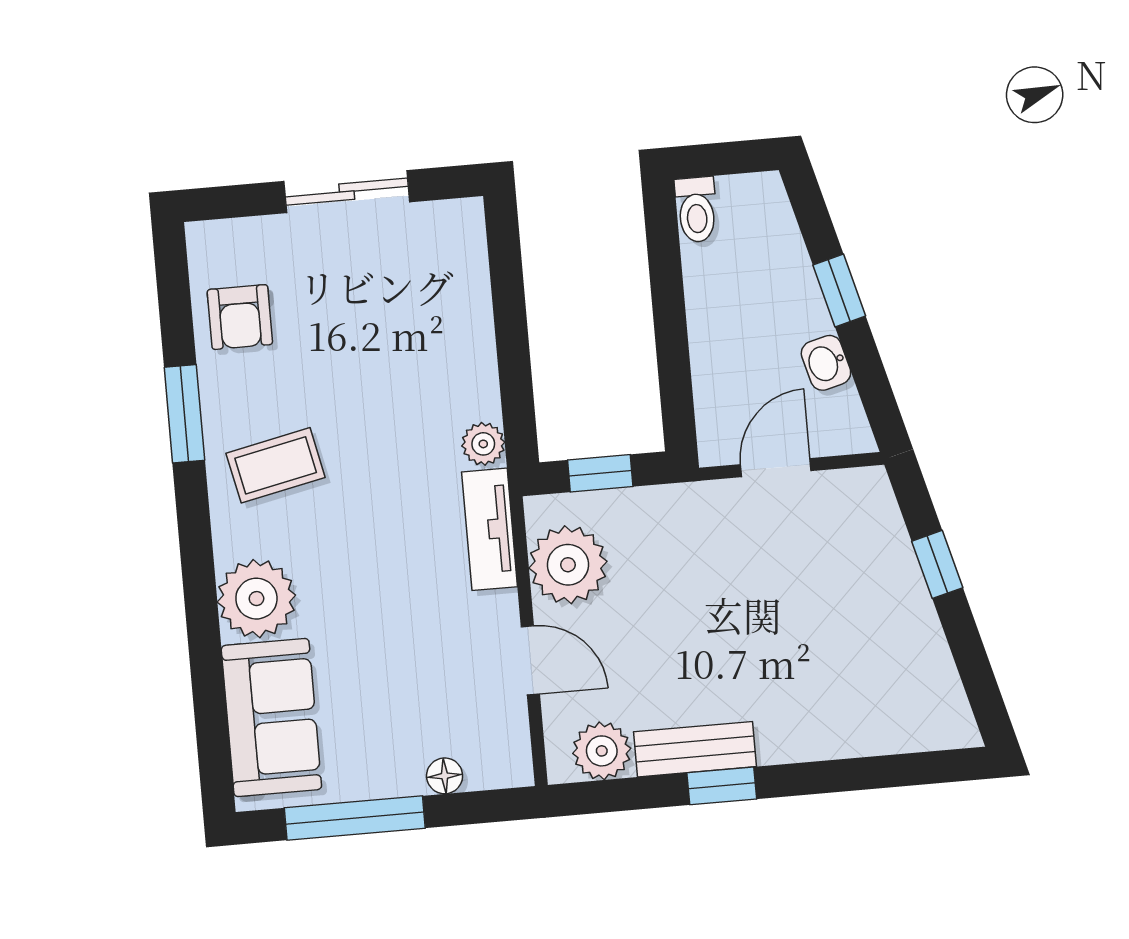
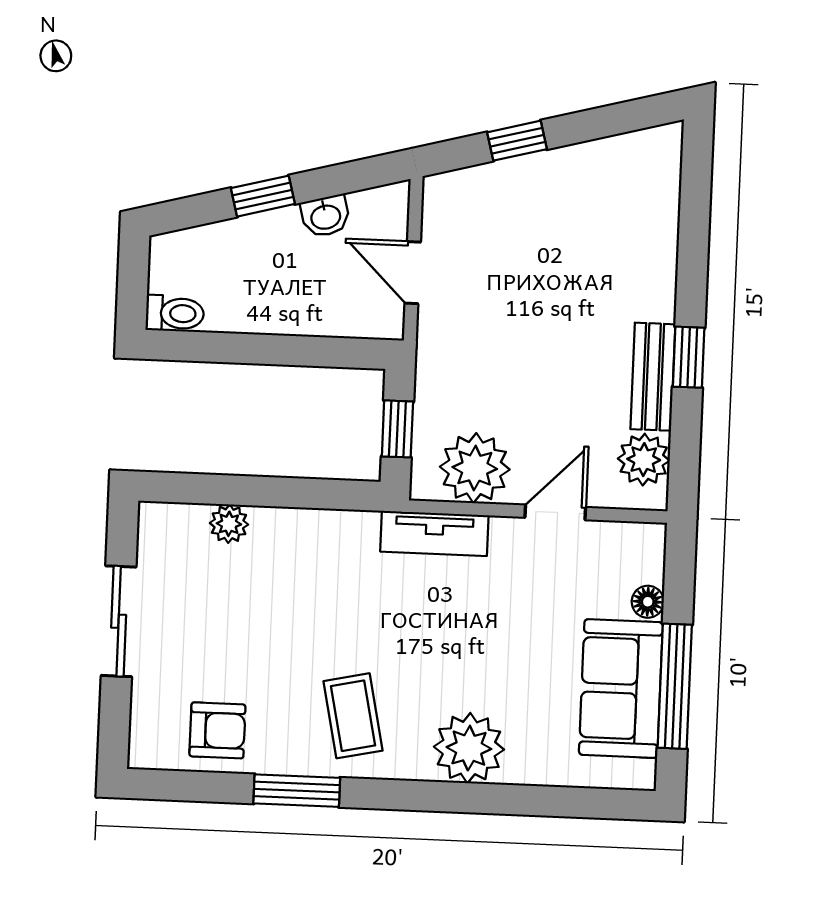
plant: (483, 444) -> (229, 524), moved
sofa: (271, 718) -> (621, 689), moved, turned -90

